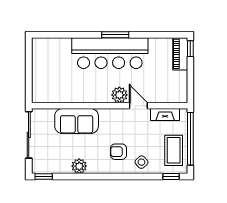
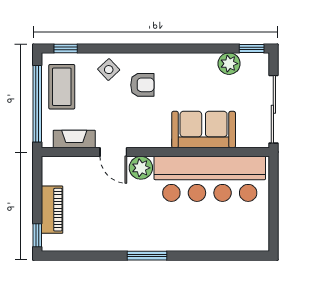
bar counter: (110, 53) -> (210, 179), moved, turned 180
piano: (180, 54) -> (52, 210), moved
plant: (79, 166) -> (229, 64), moved

